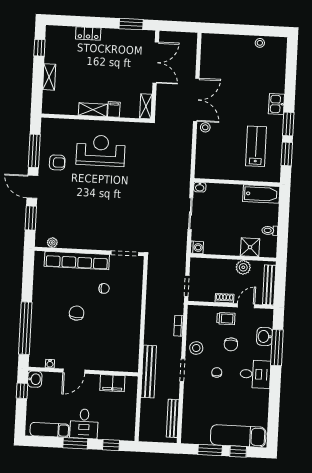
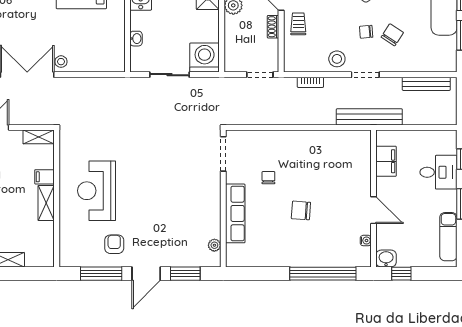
washbasin: (200, 187) -> (136, 39), moved
washing machine: (197, 247) -> (205, 58), width x1.89, depth x1.89
row of seats: (77, 260) -> (235, 213), width x0.73
chair: (231, 344) -> (392, 35), moved, turned -57
desk: (84, 424) -> (439, 172), moved

